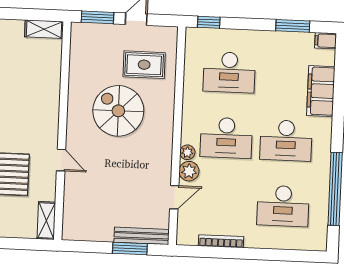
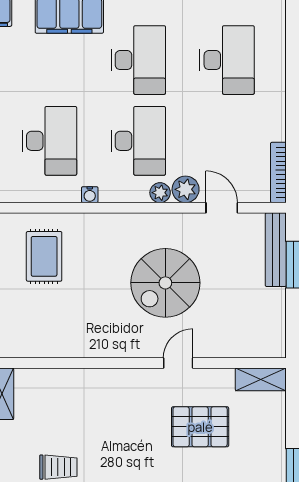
water cooler: (188, 100) -> (90, 195), added
spiral stairs: (118, 111) -> (165, 283), moved
bookcase: (221, 241) -> (278, 172), moved

